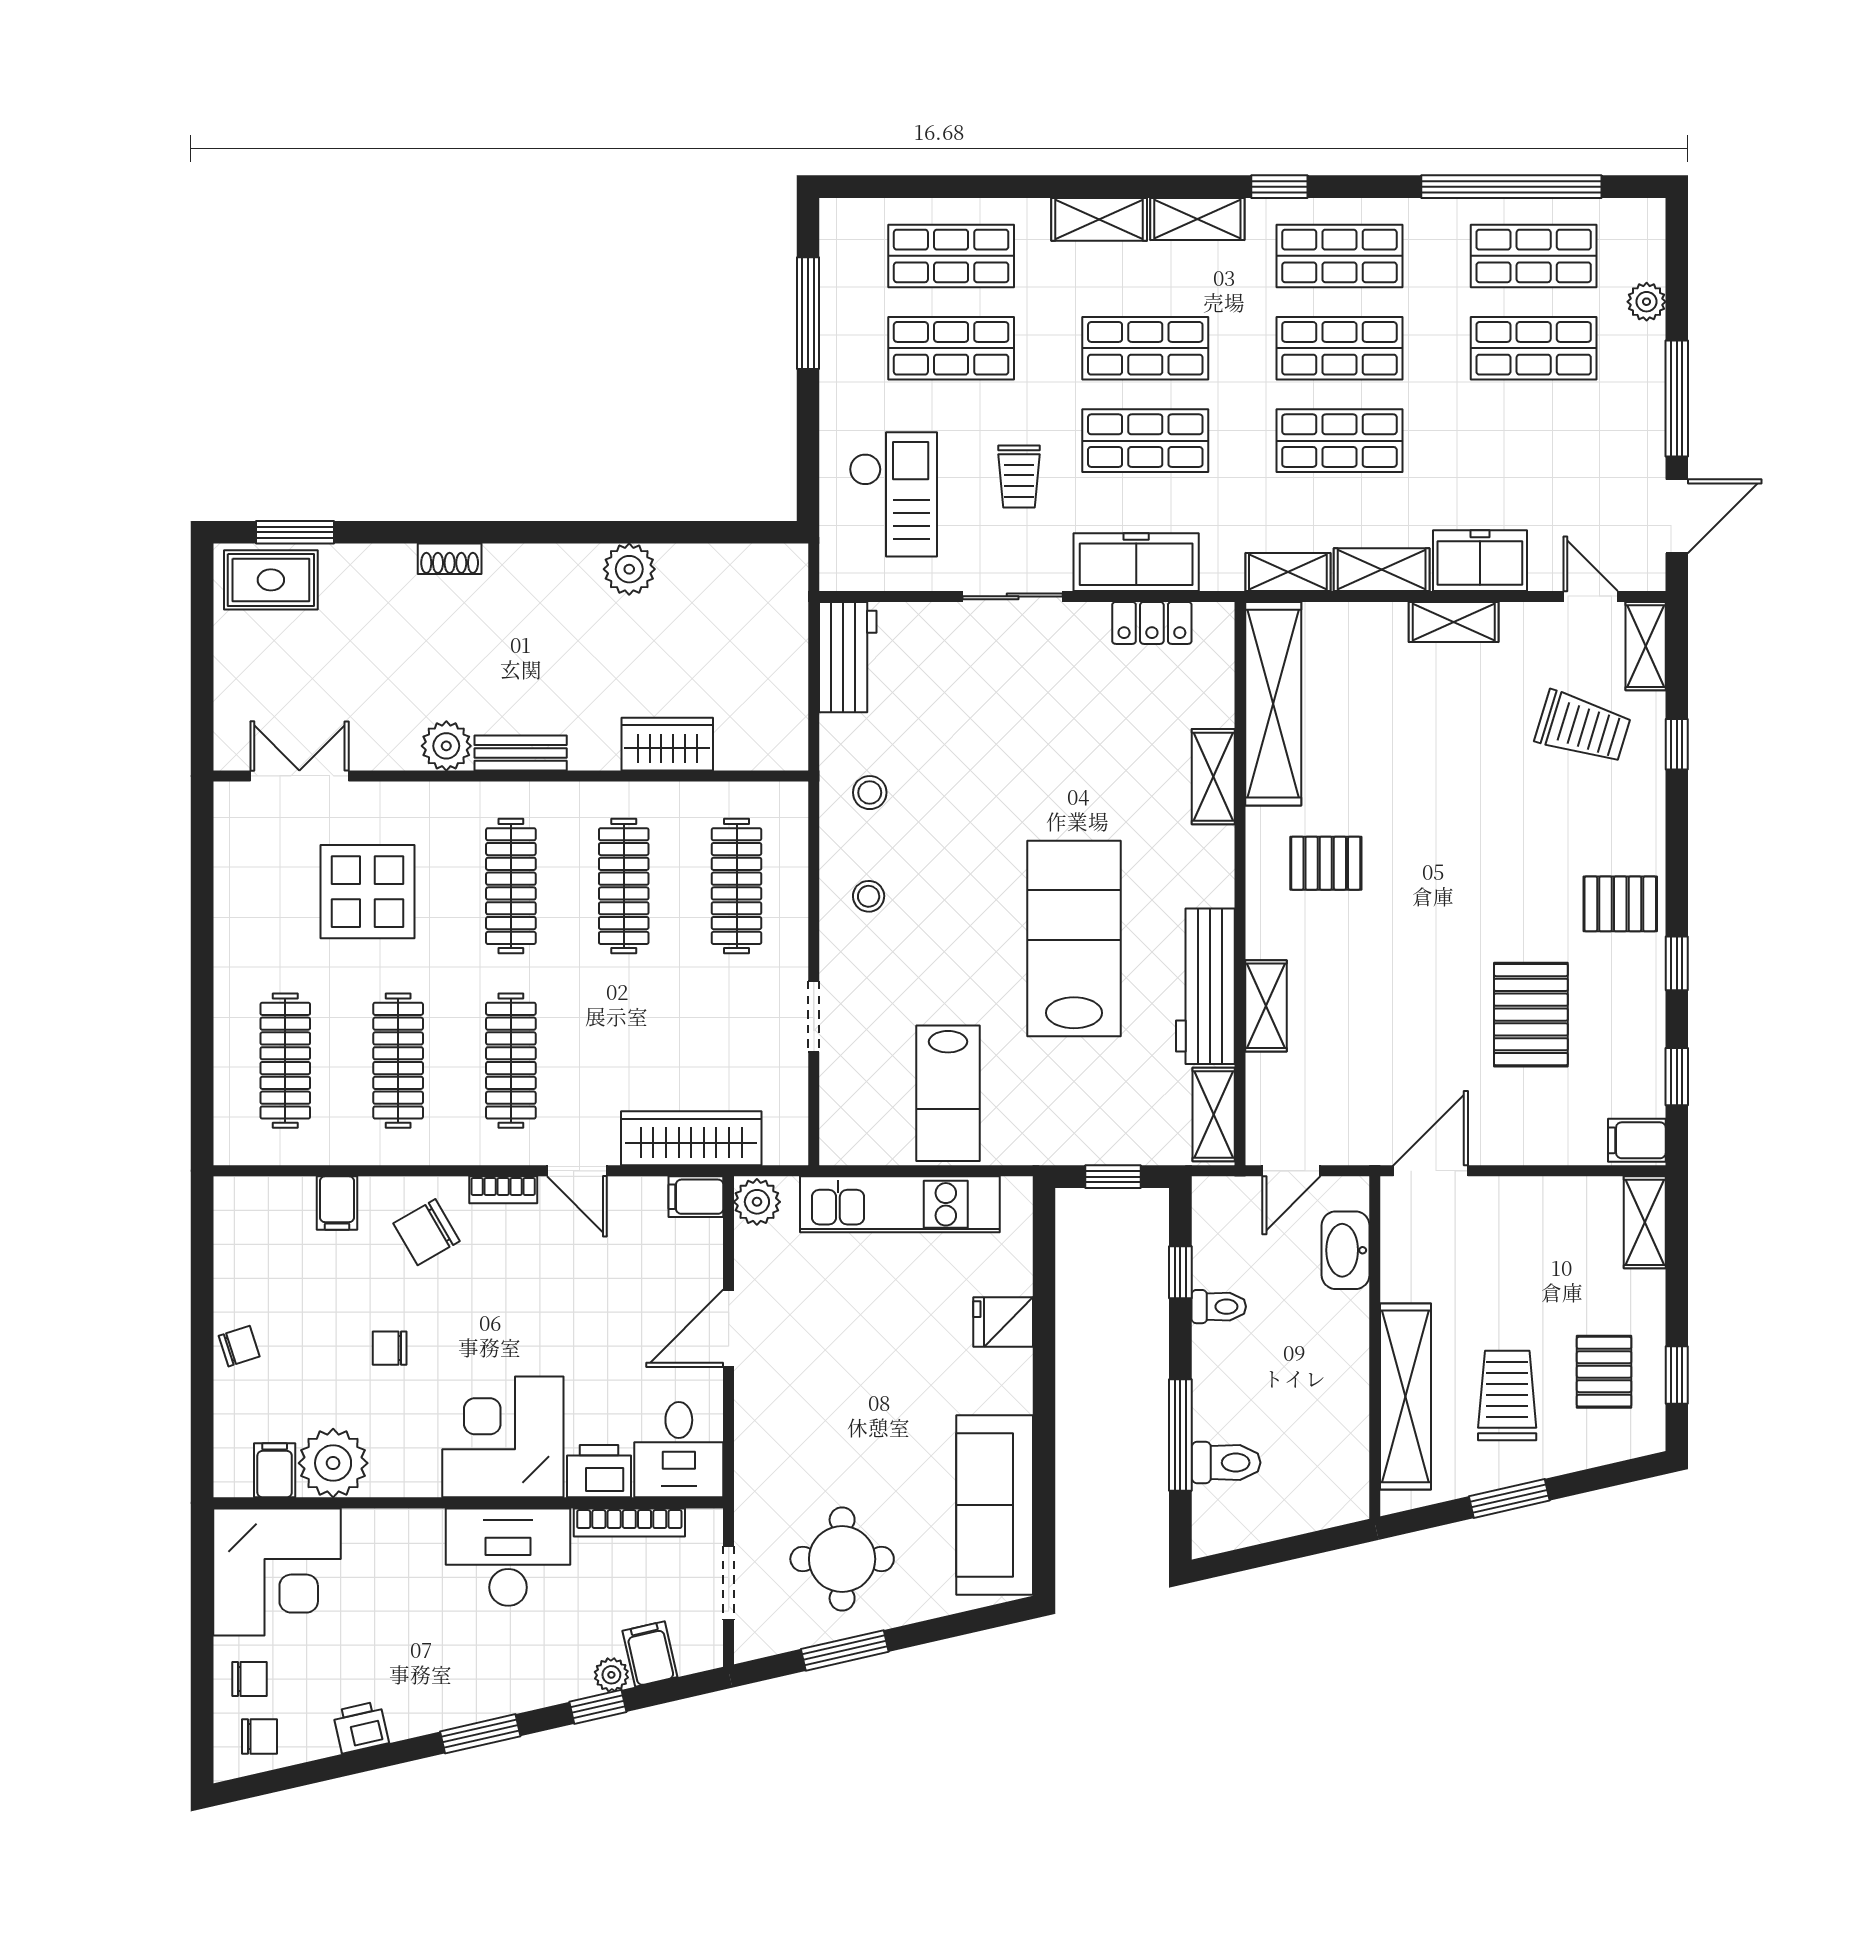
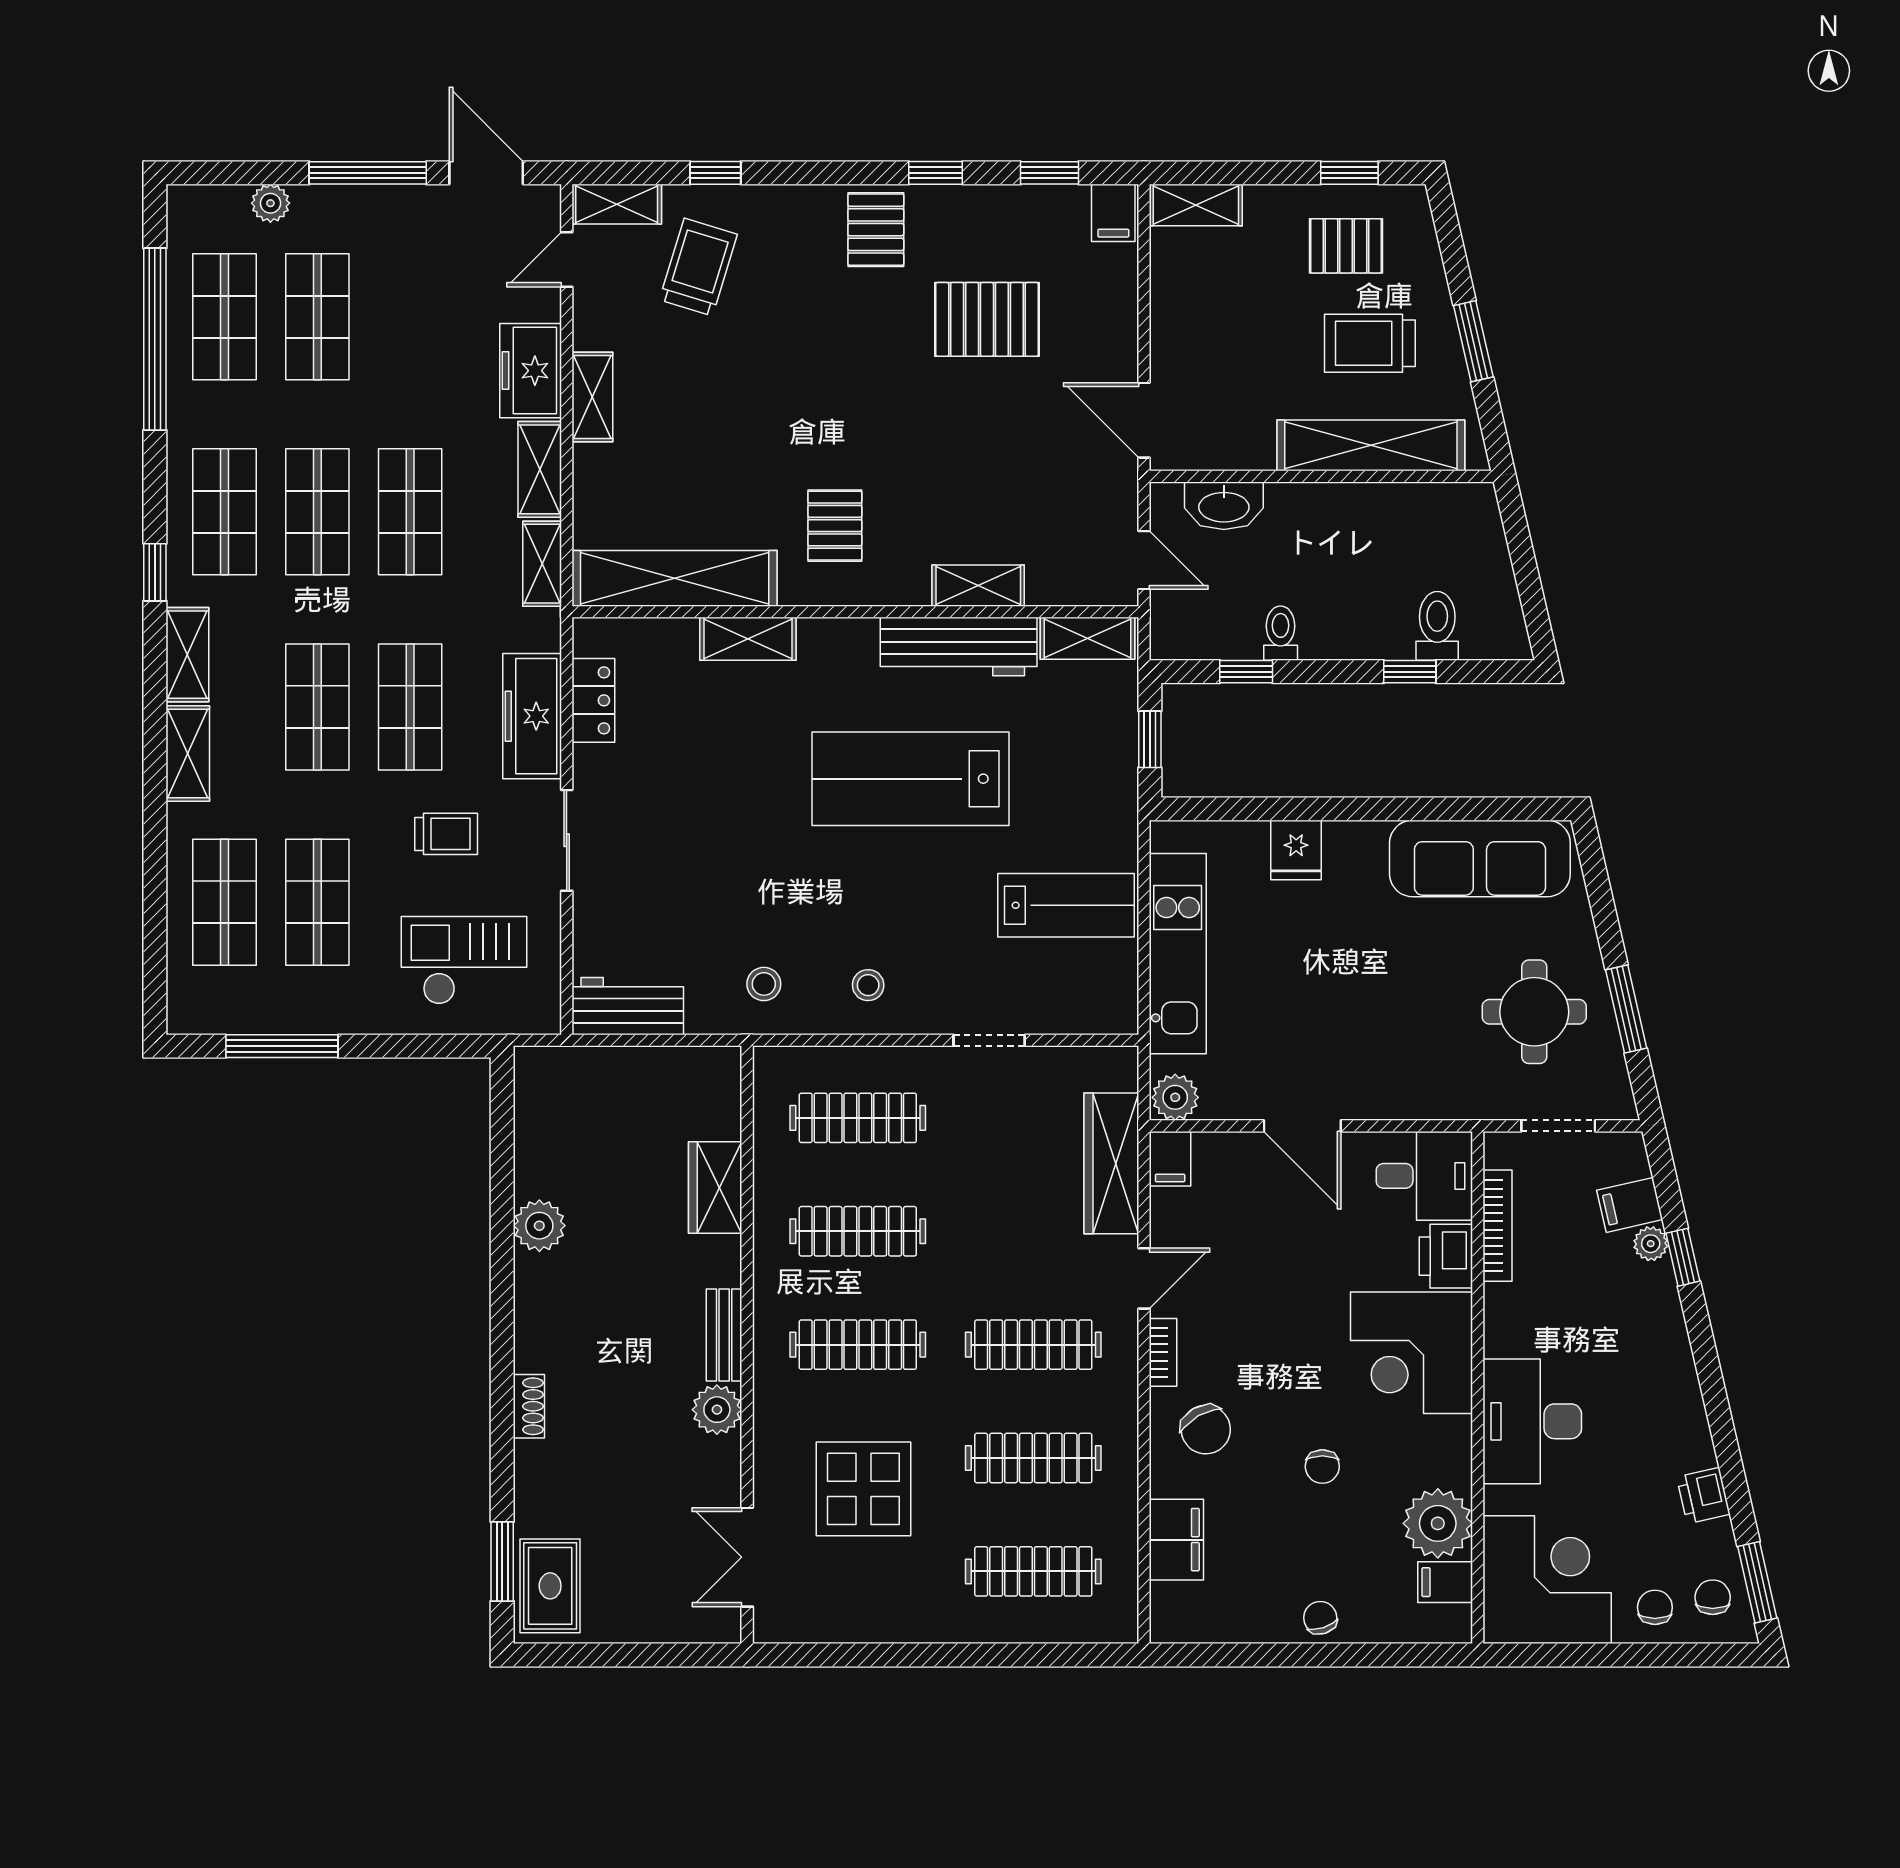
filing cabinet: (337, 1203) -> (1176, 1540), width x2.00
window: (1180, 1435) -> (1410, 672), width x0.46
desk: (508, 1557) -> (1532, 1421), moved
window: (480, 1734) -> (1757, 1582), moved

